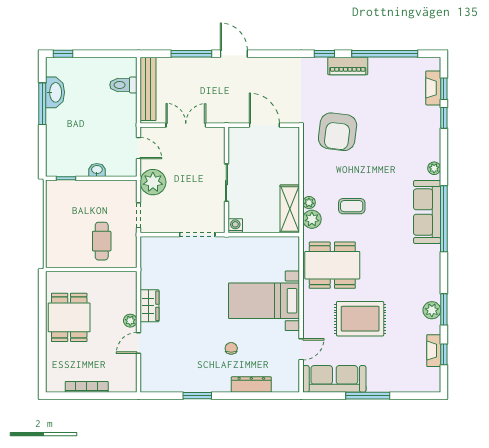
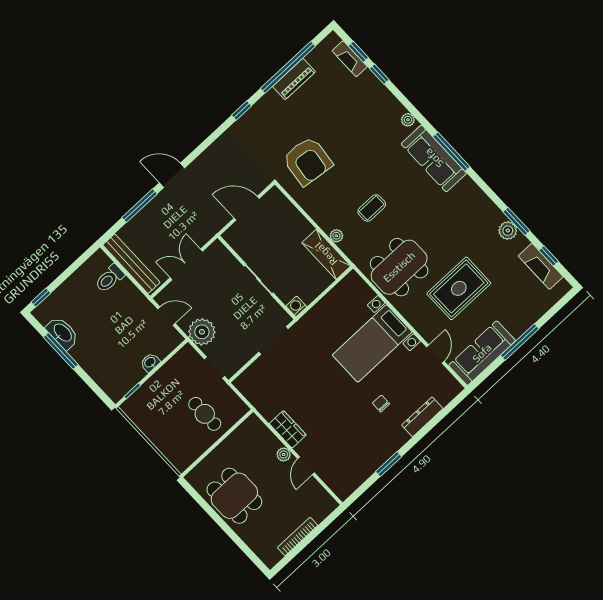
piano: (348, 66) -> (294, 79), moved
plant: (312, 219) -> (351, 246), removed
window: (444, 219) -> (451, 152), width x0.68
fireplace: (434, 351) -> (541, 266), width x1.37, depth x1.32

